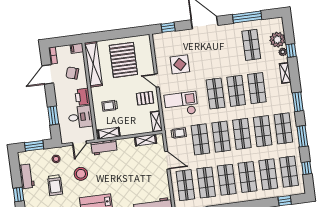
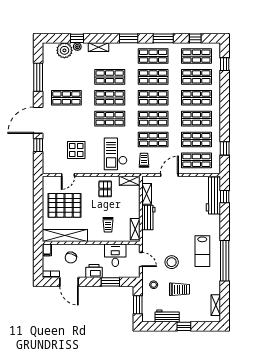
window: (168, 27) -> (38, 145), moved
shop shelf: (251, 45) -> (66, 98), moved
door: (157, 81) -> (68, 175), moved
printer: (83, 97) -> (94, 271), moved, turned 180
workbench: (104, 147) -> (148, 218), moved

